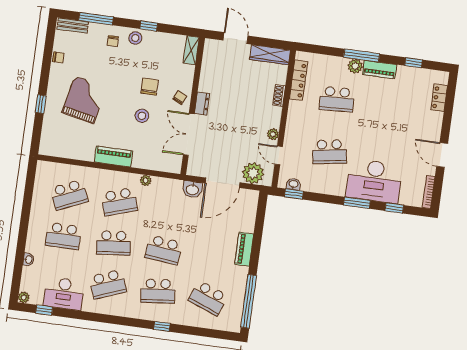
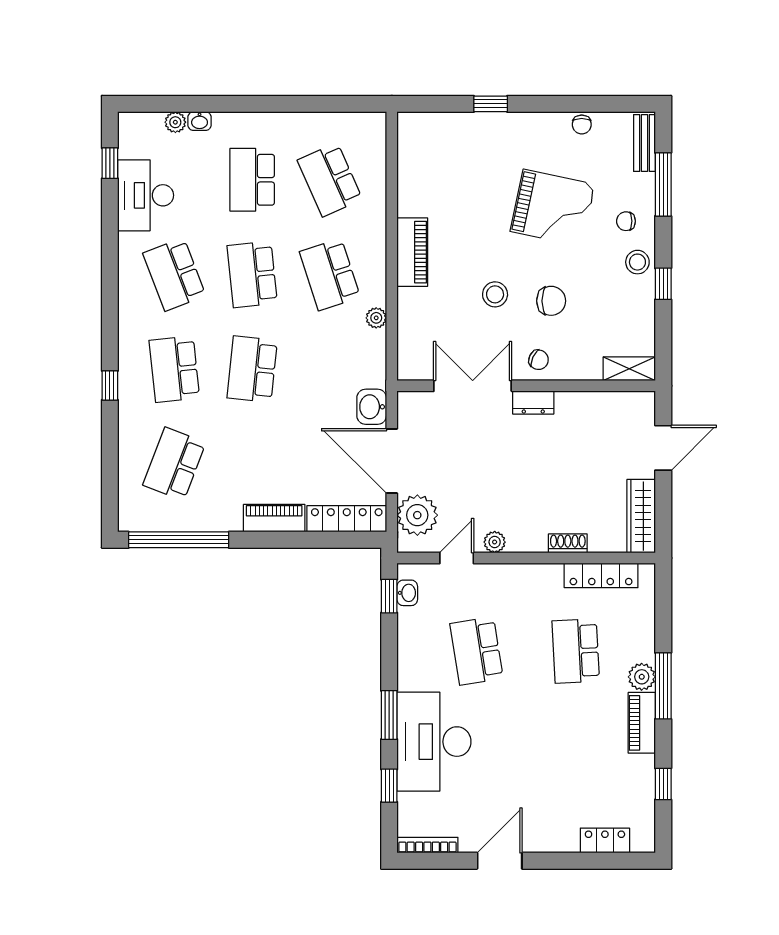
grand piano: (84, 100) -> (553, 208), moved
locker: (250, 211) -> (347, 519), added
plant: (24, 297) -> (175, 122), moved

